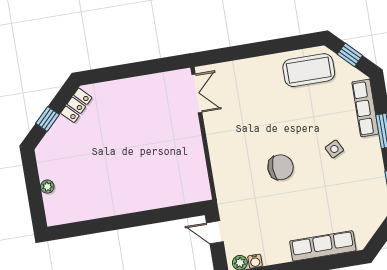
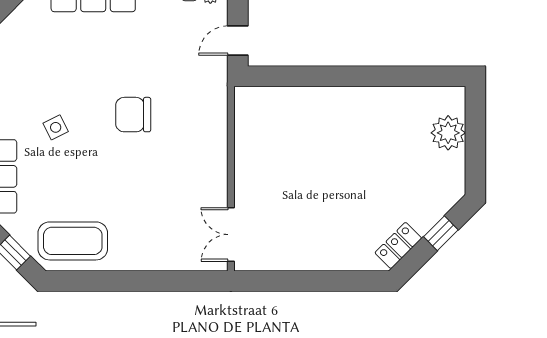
plant: (47, 187) -> (448, 133), width x1.88, depth x1.88
door: (215, 232) -> (238, 41), swing flipped

